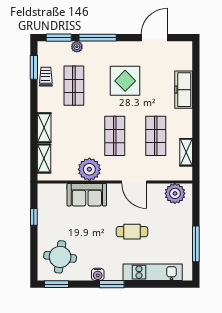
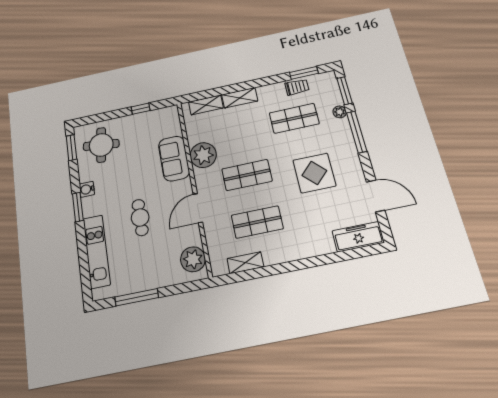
freezer: (184, 90) -> (358, 237), moved

